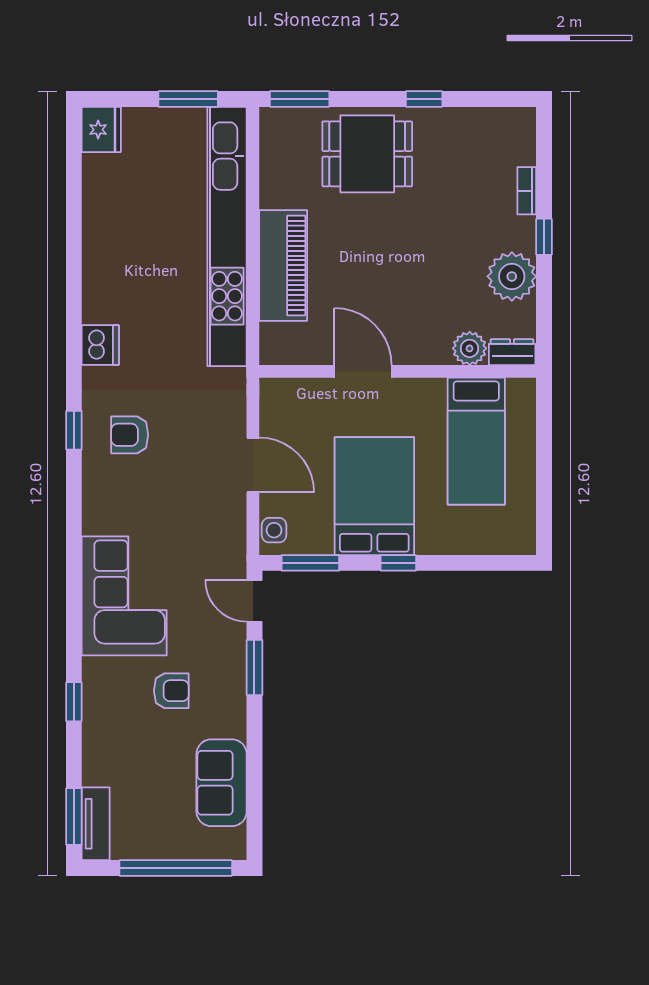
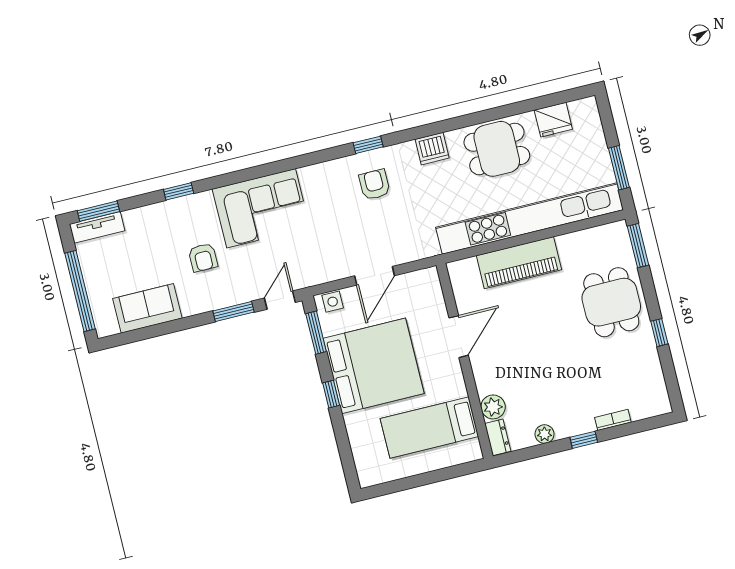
fridge: (101, 130) -> (553, 120), moved
dining table: (122, 258) -> (497, 149), added
plant: (512, 276) -> (544, 434), width x0.53, depth x0.53
bed: (374, 496) -> (374, 366), width x1.36

